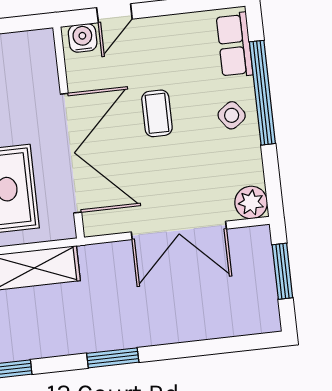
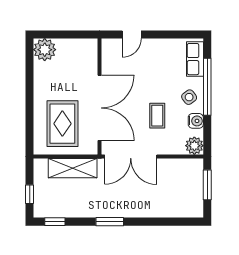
water cooler: (83, 38) -> (196, 121), moved, turned 90
coffee table: (157, 113) -> (157, 116), moved
double door: (179, 230) -> (131, 157), moved

